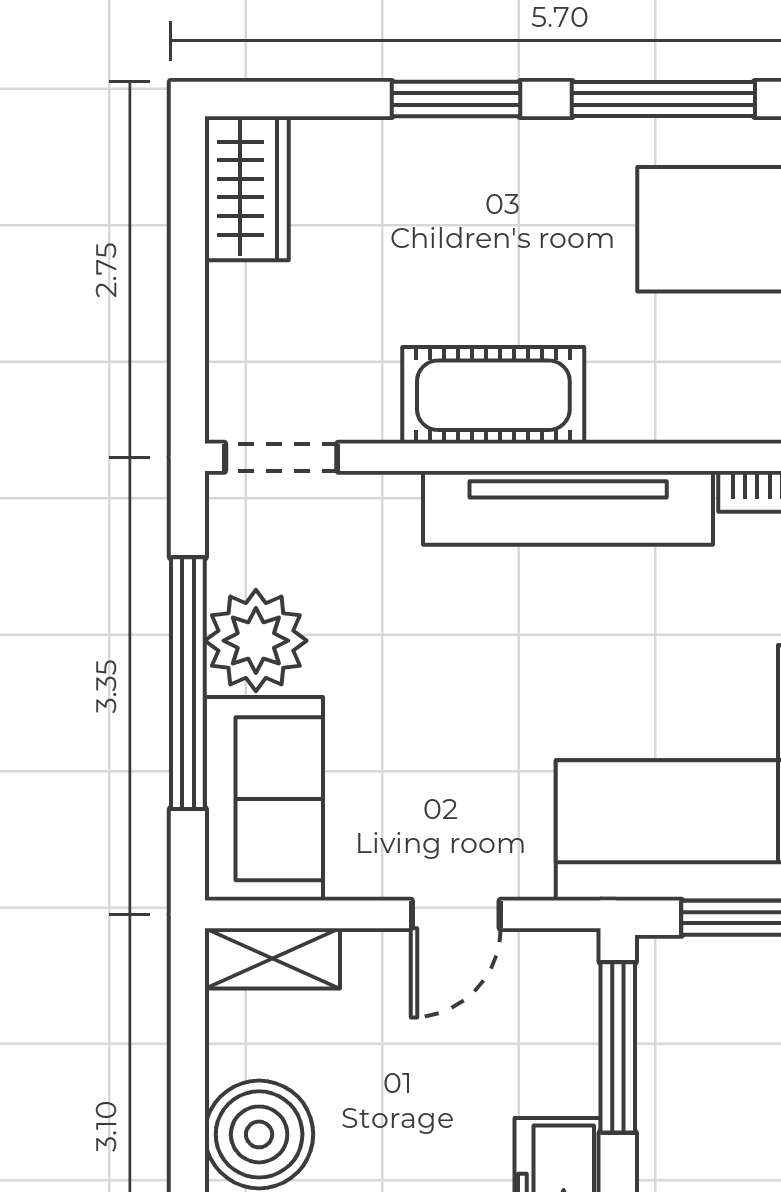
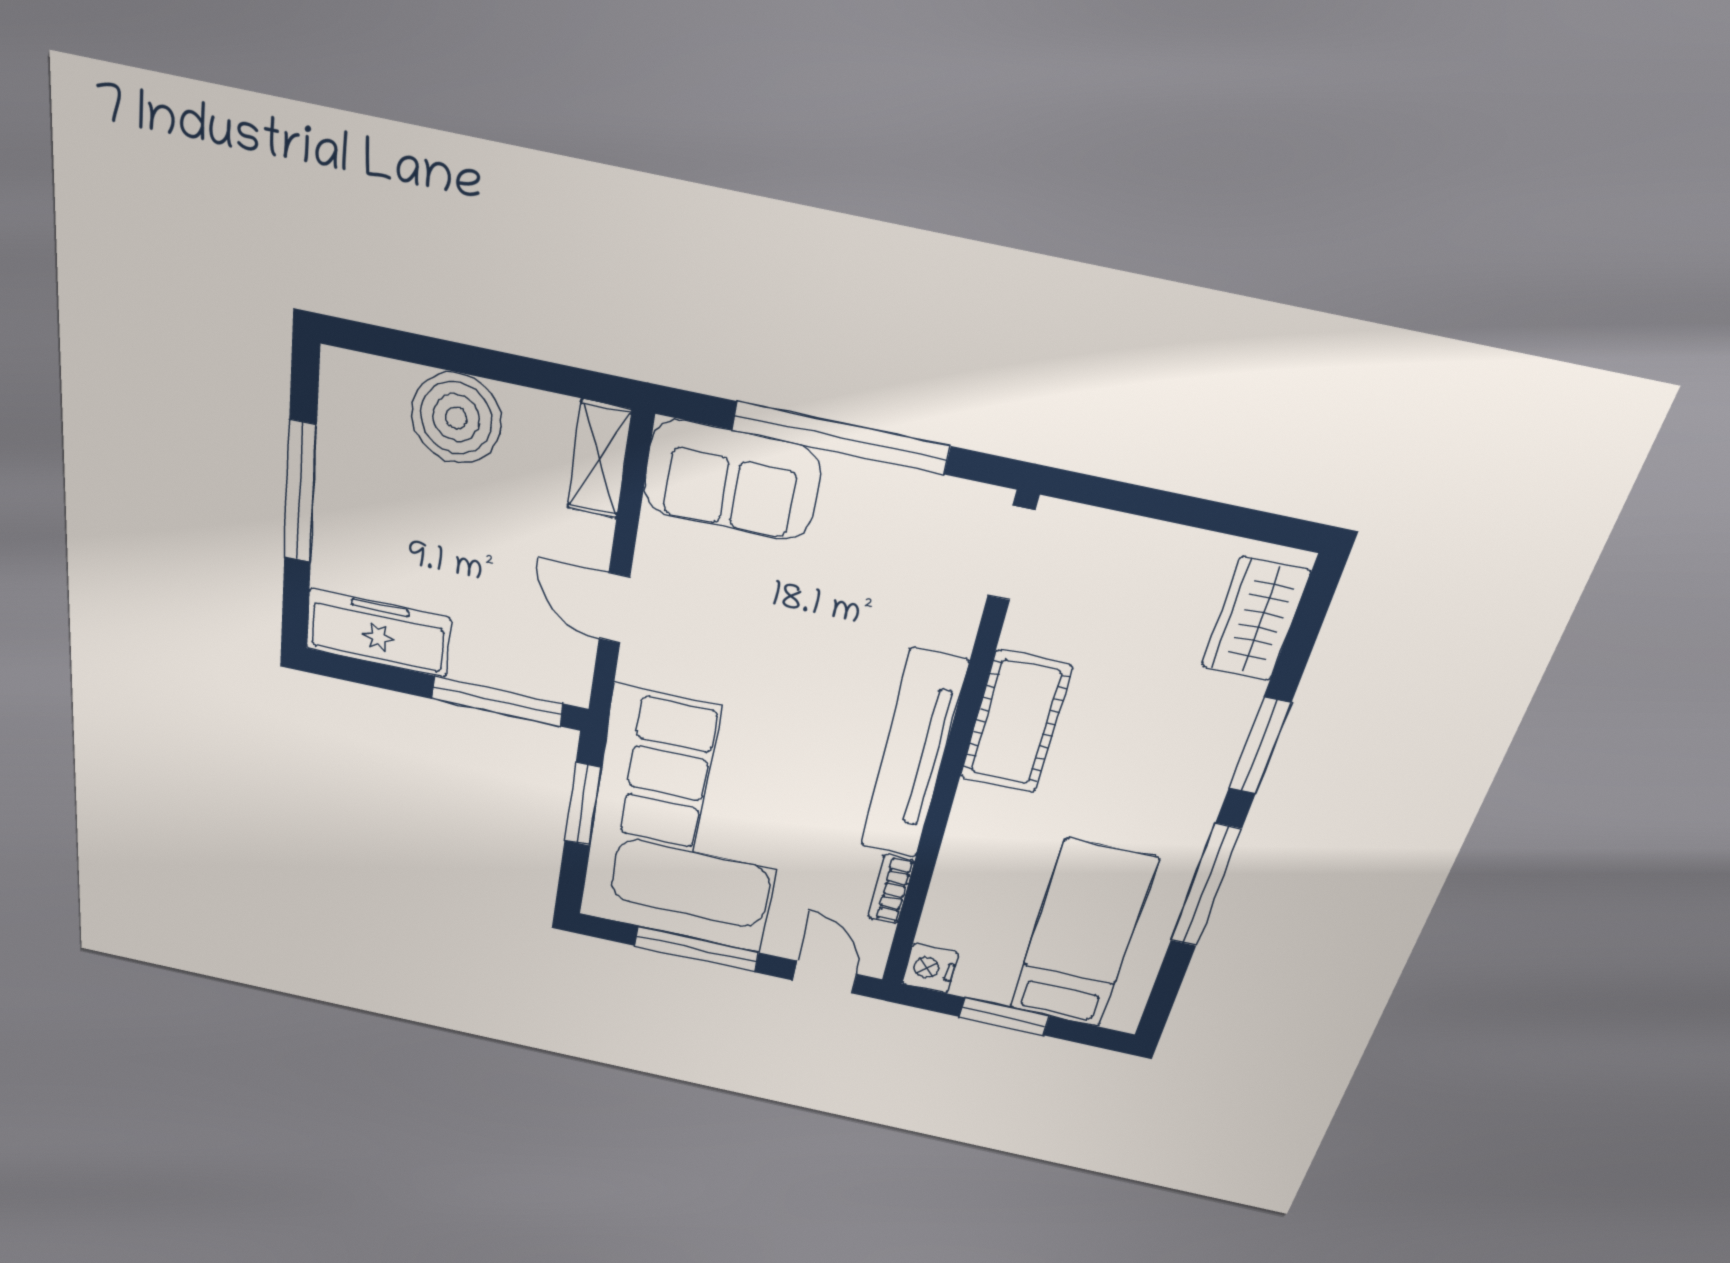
wardrobe: (247, 188) -> (1255, 619), moved, turned 90
plant: (256, 641) -> (864, 501), removed

